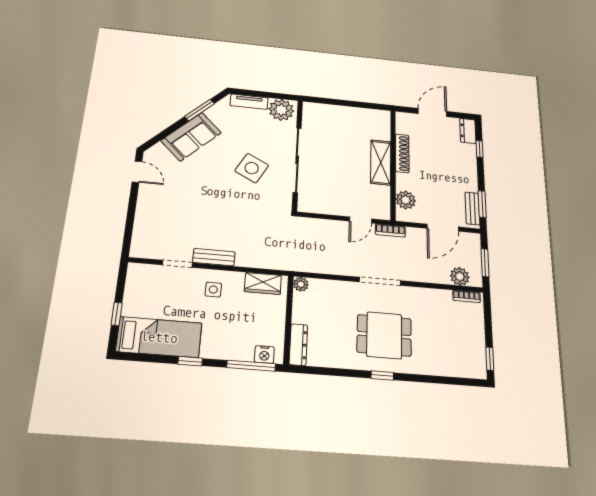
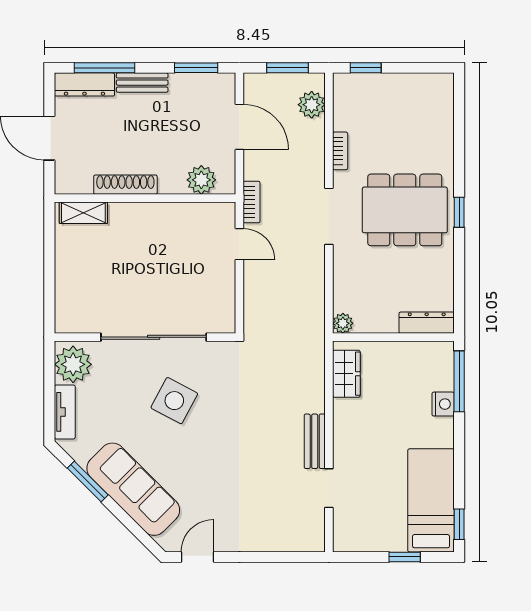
dresser: (468, 131) -> (84, 84), width x1.44
sofa: (191, 137) -> (133, 489), width x1.36
window: (480, 149) -> (104, 68), width x2.17
shelving: (381, 162) -> (83, 213), moved, width x0.67, depth x0.75
bench: (472, 208) -> (142, 83), moved
side table: (213, 290) -> (361, 438), removed
bookcase: (467, 296) -> (340, 151), moved
dining table: (384, 335) -> (405, 210), width x1.37
nightstand: (264, 354) -> (443, 404), moved
window: (490, 359) -> (366, 68), moved
window: (190, 361) -> (459, 524), moved

